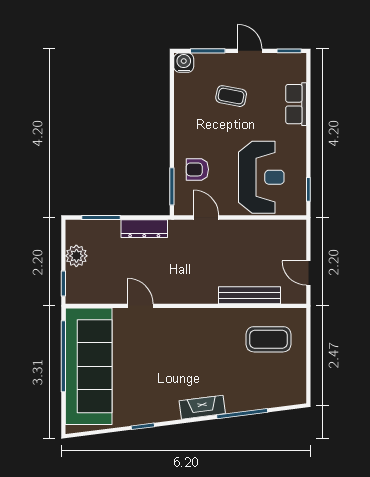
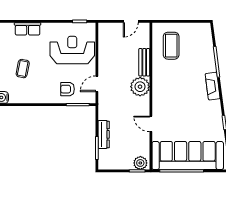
armchair: (197, 169) -> (68, 89), turned 90
dresser: (144, 229) -> (104, 134), moved
plant: (76, 256) -> (140, 163), moved
plant: (201, 288) -> (140, 87), added
bench: (250, 295) -> (144, 62), width x0.73
door: (140, 306) -> (151, 124), hinge flipped

